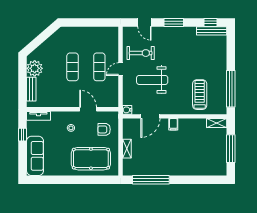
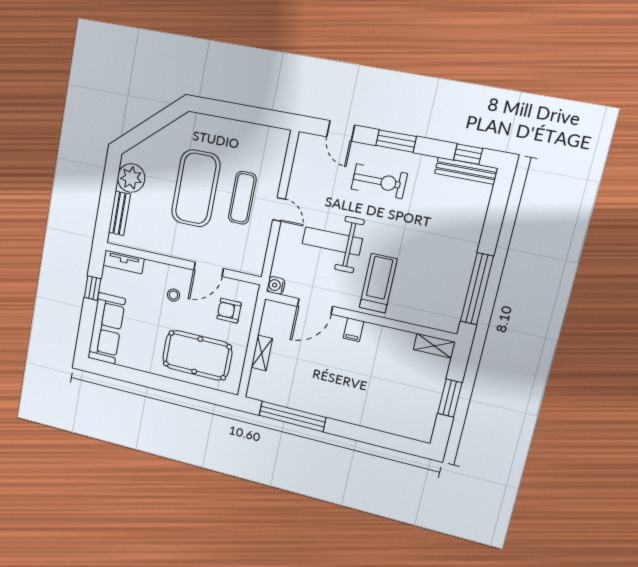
exercise bike: (141, 53) -> (379, 181), moved
exercise mat: (73, 67) -> (196, 188), width x2.00, depth x1.45
door: (121, 69) -> (279, 210), swing flipped
treadmill: (200, 95) -> (378, 283), moved
door: (88, 109) -> (209, 269), swing flipped
window: (231, 149) -> (450, 398), width x0.69

